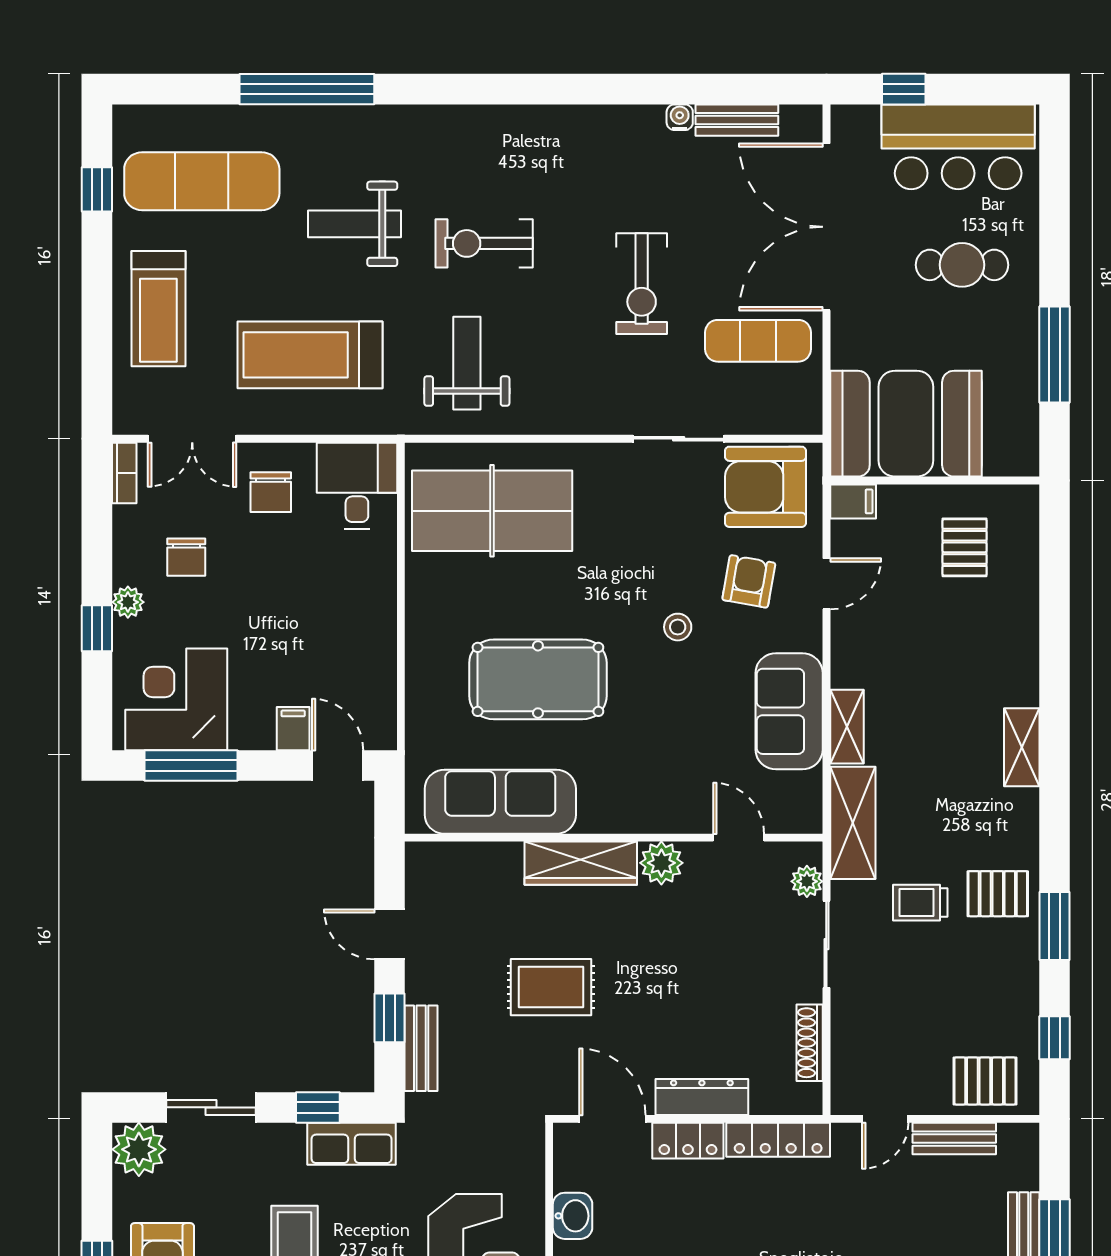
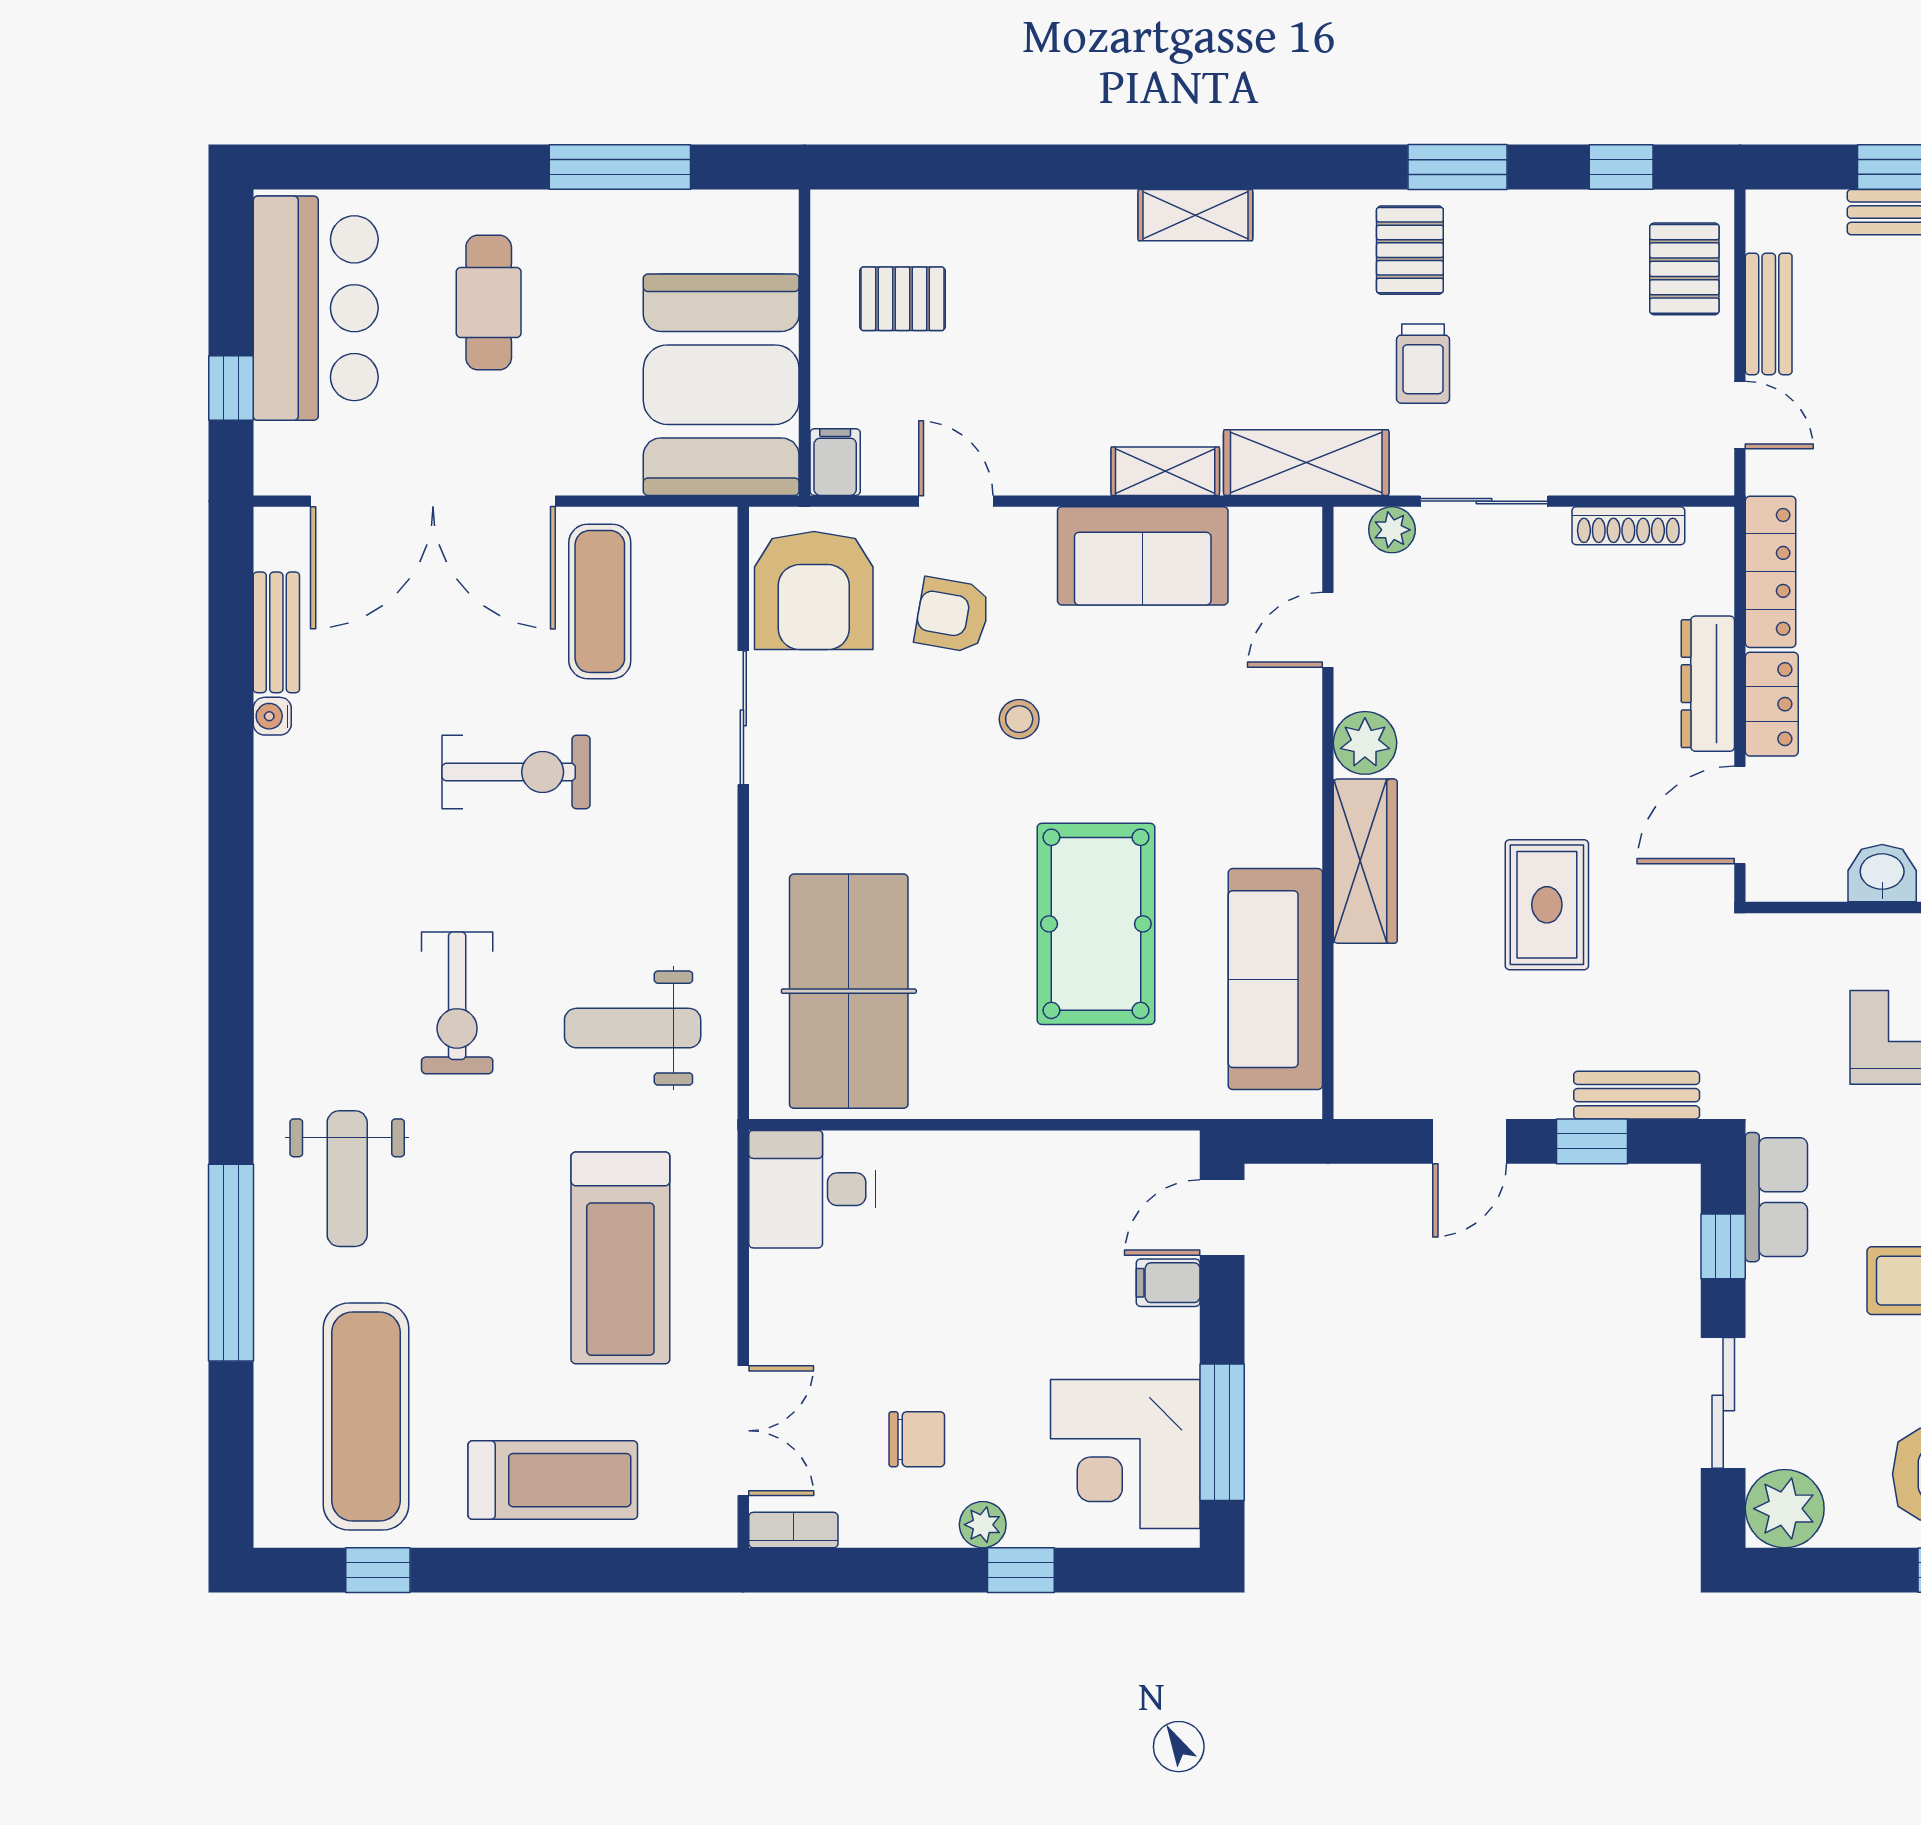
weight bench: (354, 224) -> (347, 1179), moved
chair: (271, 492) -> (822, 1315), removed

